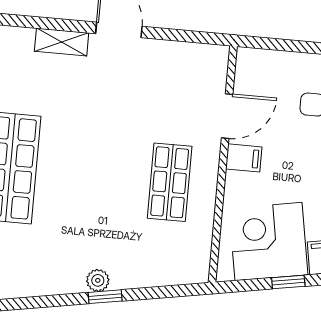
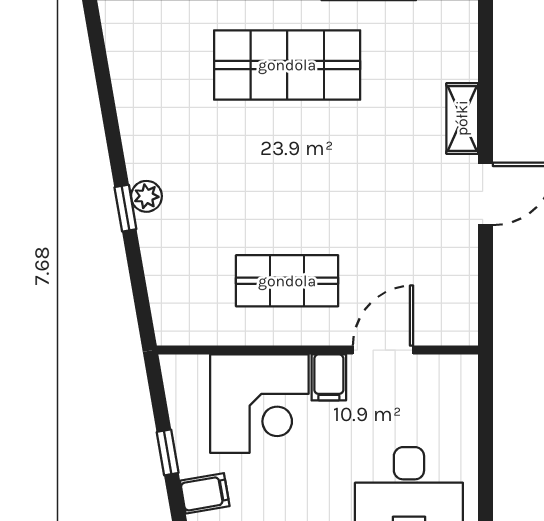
door: (227, 116) -> (383, 350), swing flipped
corner desk: (269, 242) -> (259, 404), moved, turned 100

